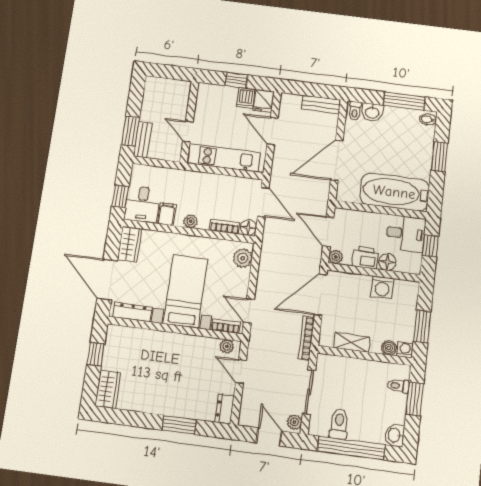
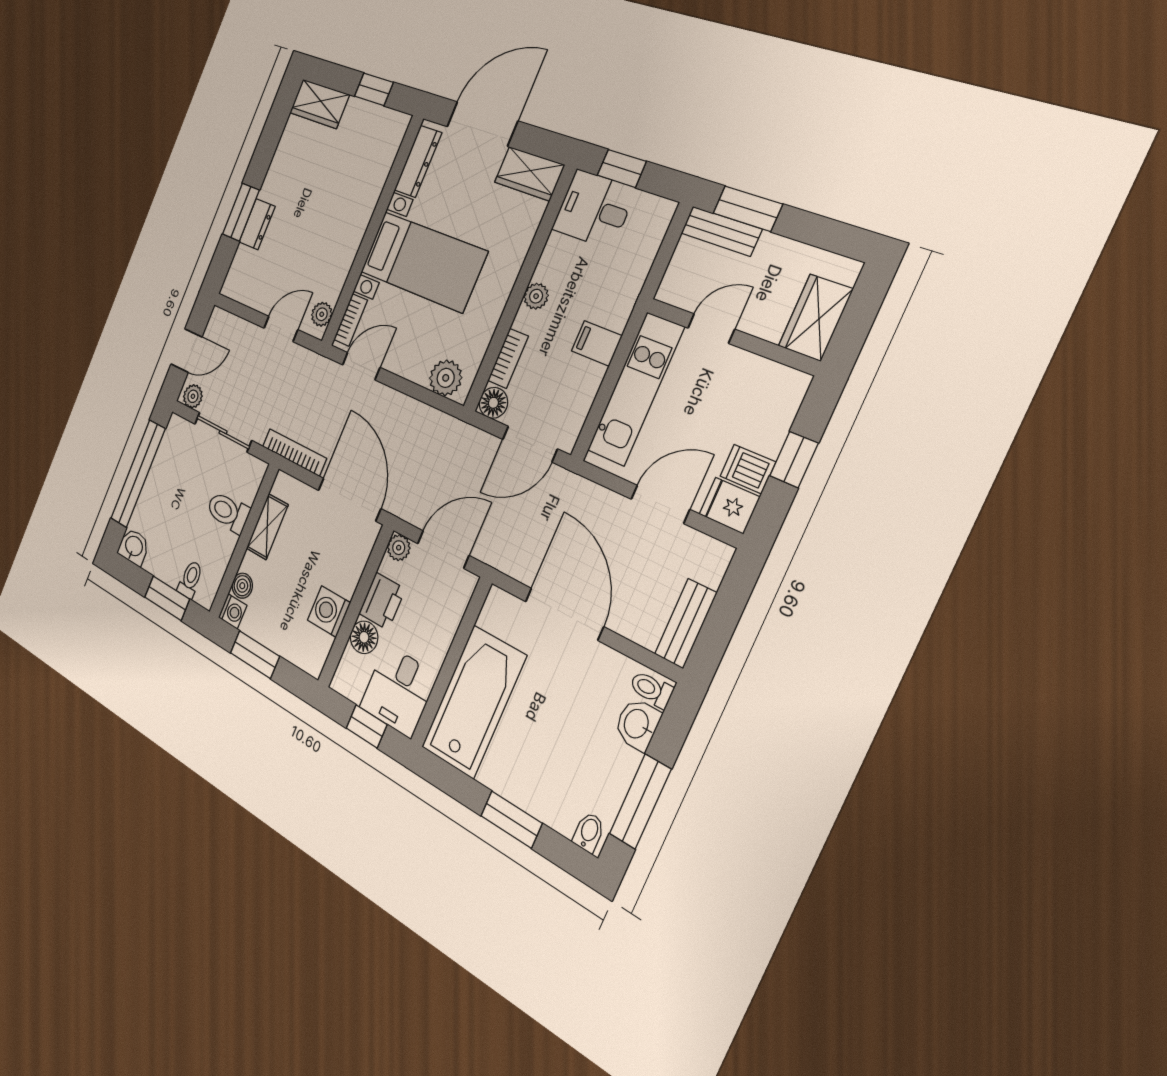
wardrobe: (173, 89) -> (816, 318), added
filing cabinet: (167, 214) -> (597, 343), moved, turned 180
dresser: (225, 409) -> (257, 224), moved, turned 90
toilet: (339, 424) -> (228, 512), moved, turned 180

